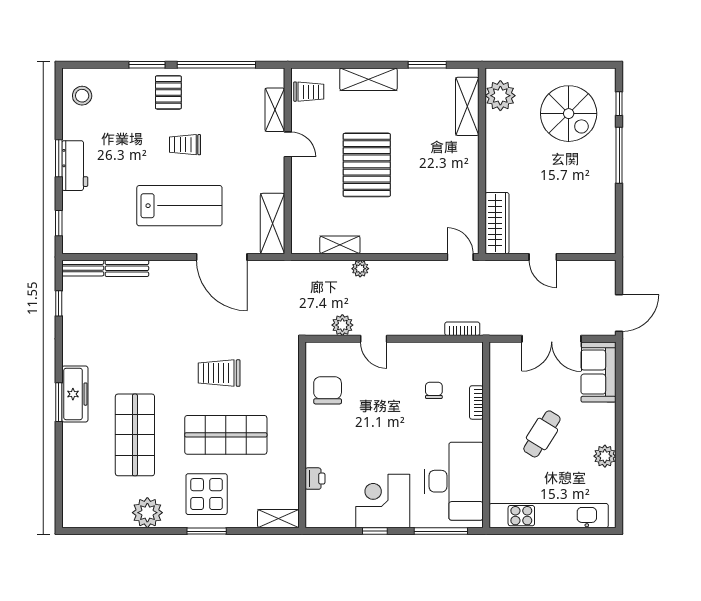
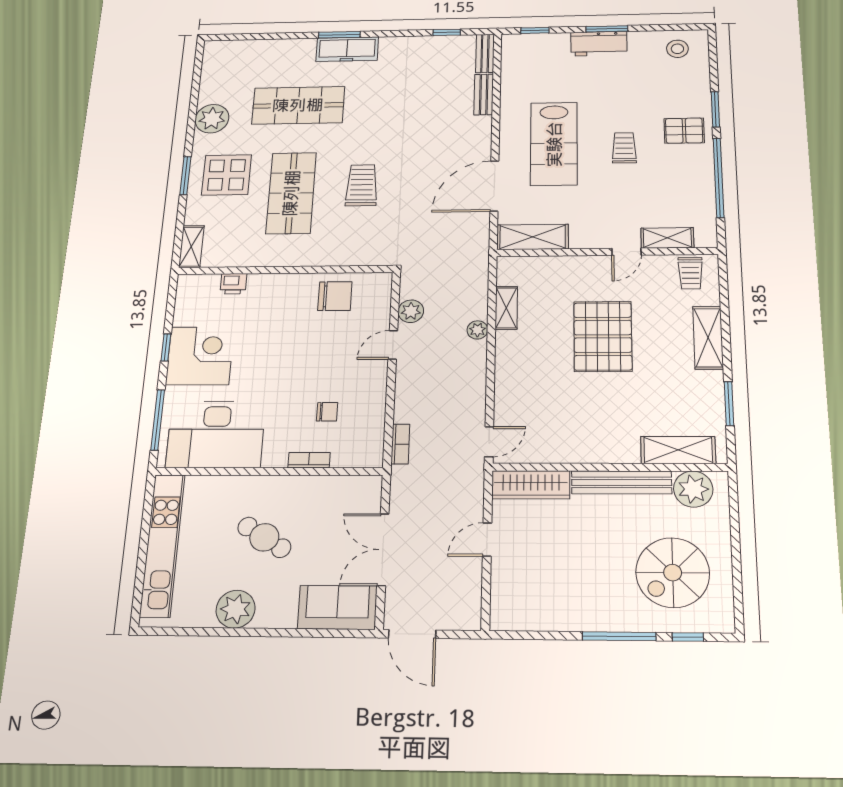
bench: (495, 152) -> (621, 482), added
pallet: (367, 165) -> (603, 336), turned 90
plant: (605, 456) -> (236, 609), width x1.36, depth x1.36

